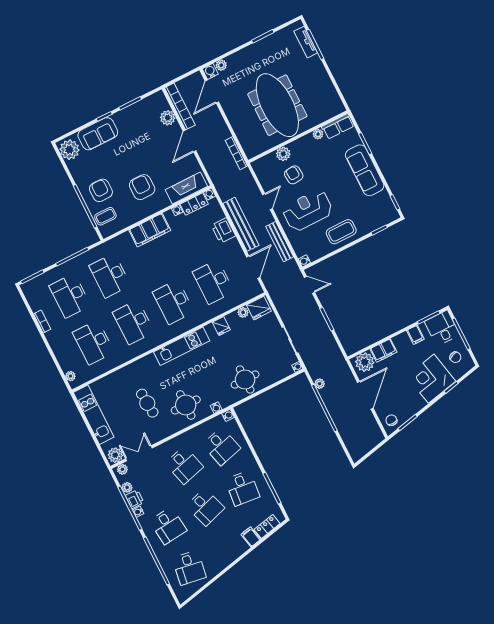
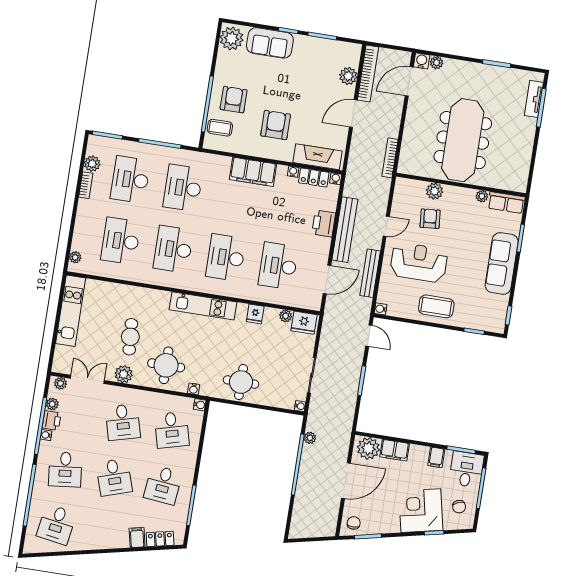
plant: (36, 304) -> (92, 164), added
plant: (115, 455) -> (124, 374), moved

